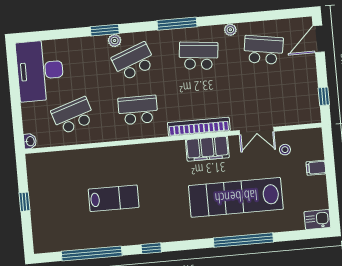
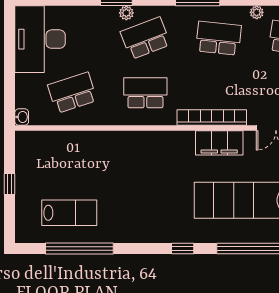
lab bench: (114, 198) -> (69, 213), moved
window: (151, 248) -> (183, 249), moved

